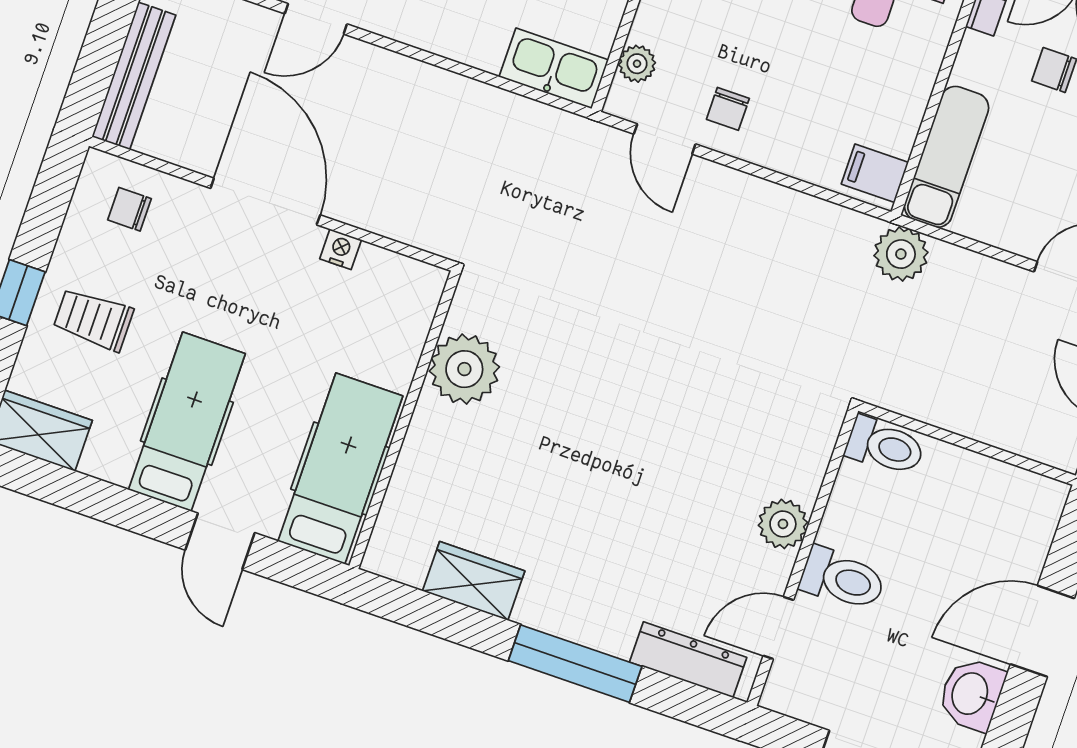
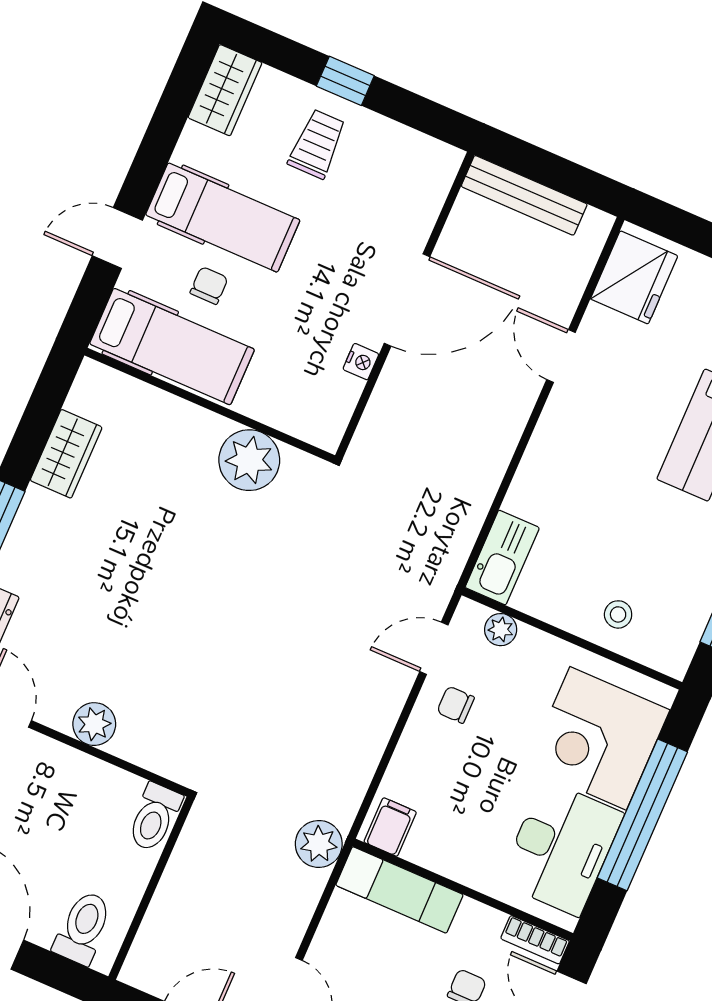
chair: (130, 209) -> (209, 285), moved
toilet: (842, 579) -> (83, 928), moved, turned 180

